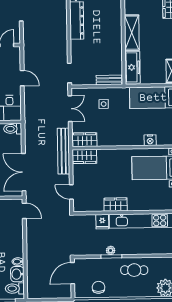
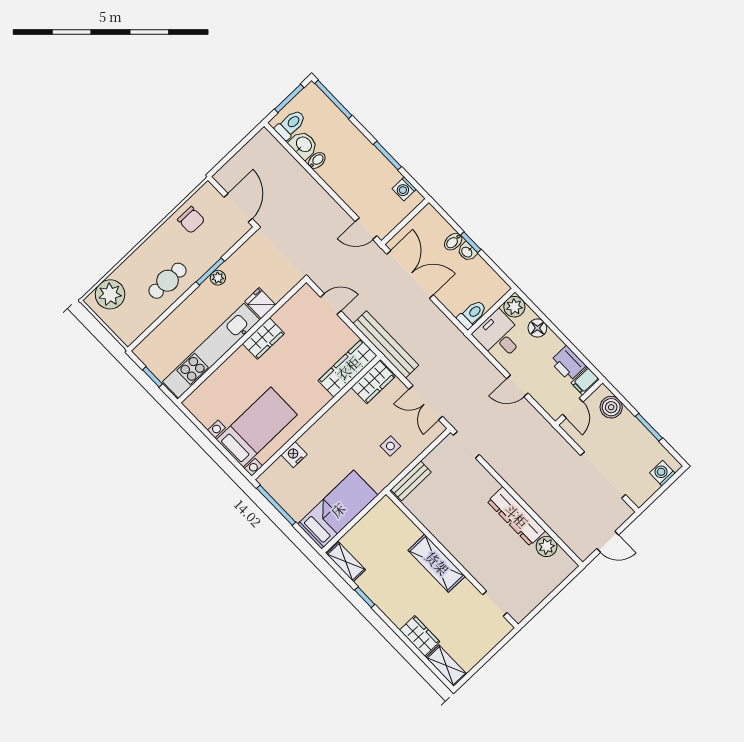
freezer: (133, 67) -> (397, 522), removed
wardrobe: (84, 157) -> (348, 368), width x1.50

